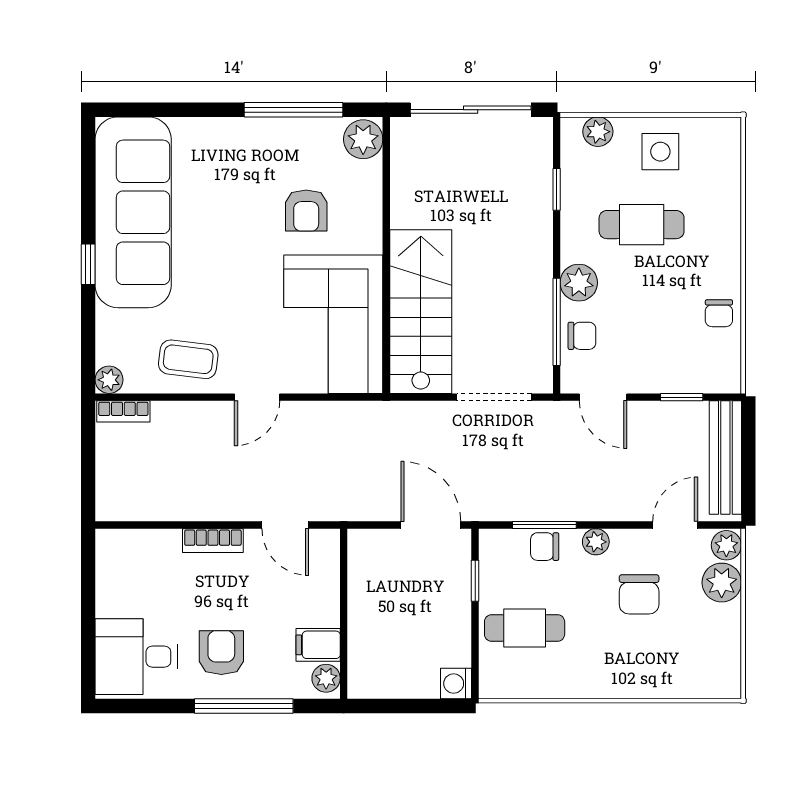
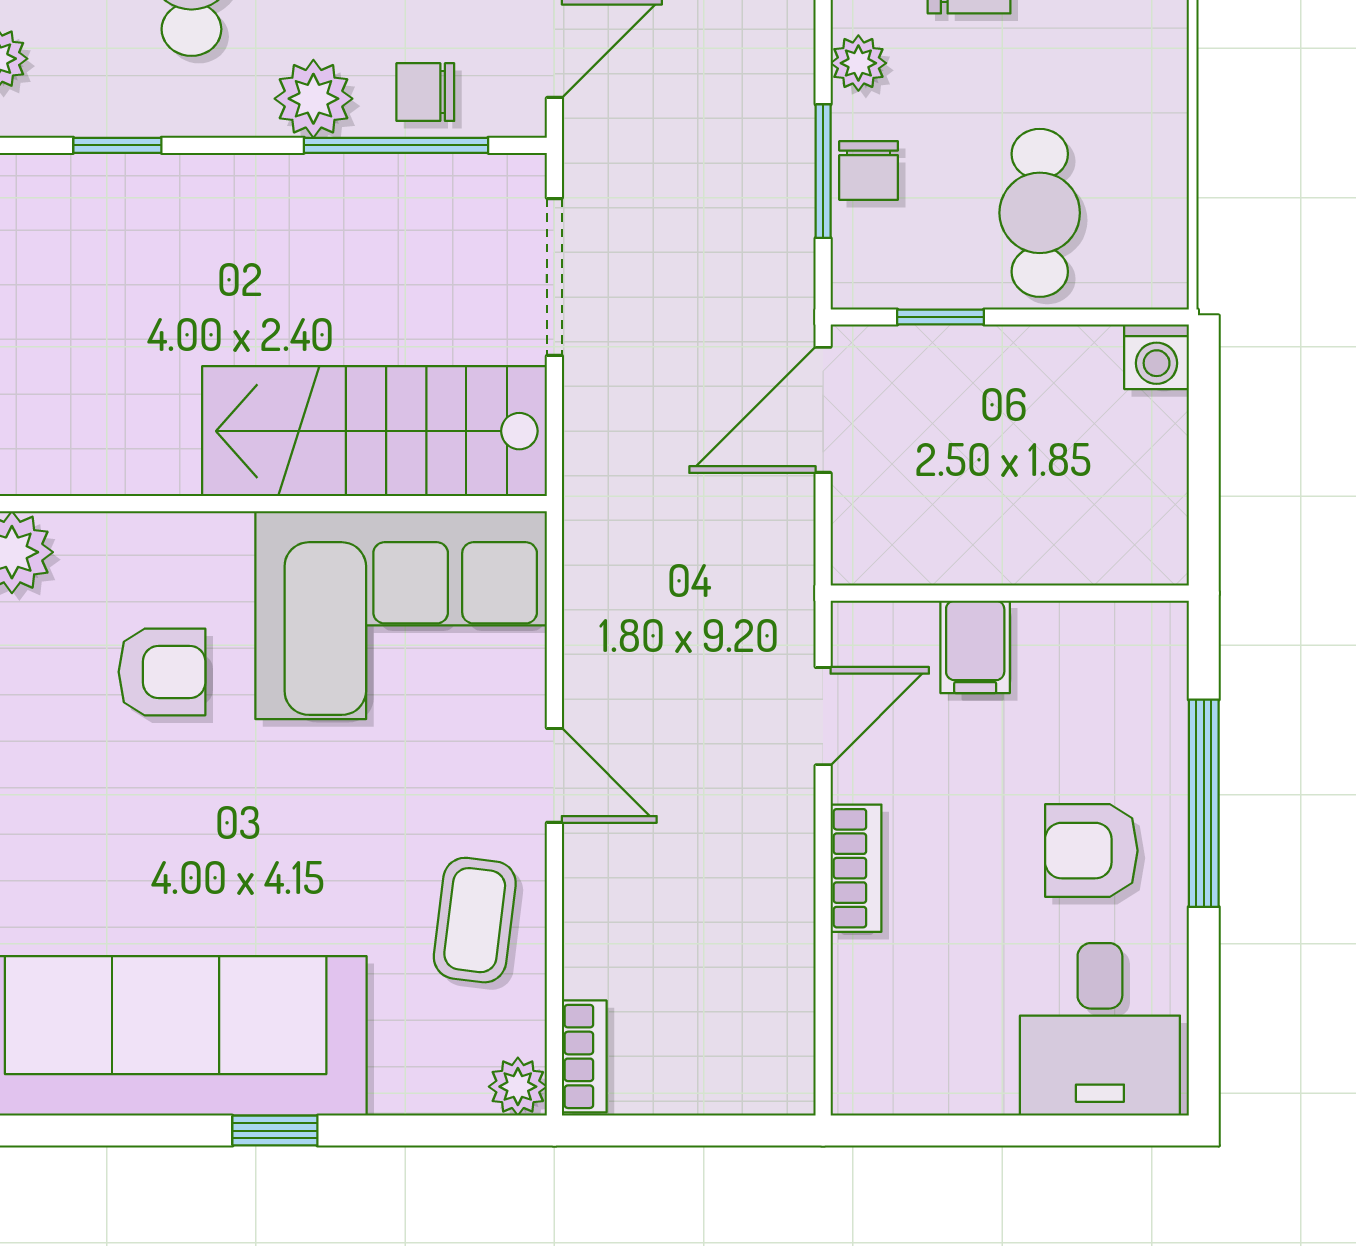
chair: (582, 336) -> (425, 92), turned -90
filing cabinet: (318, 645) -> (975, 647), moved
plant: (326, 678) -> (1145, 630), removed

